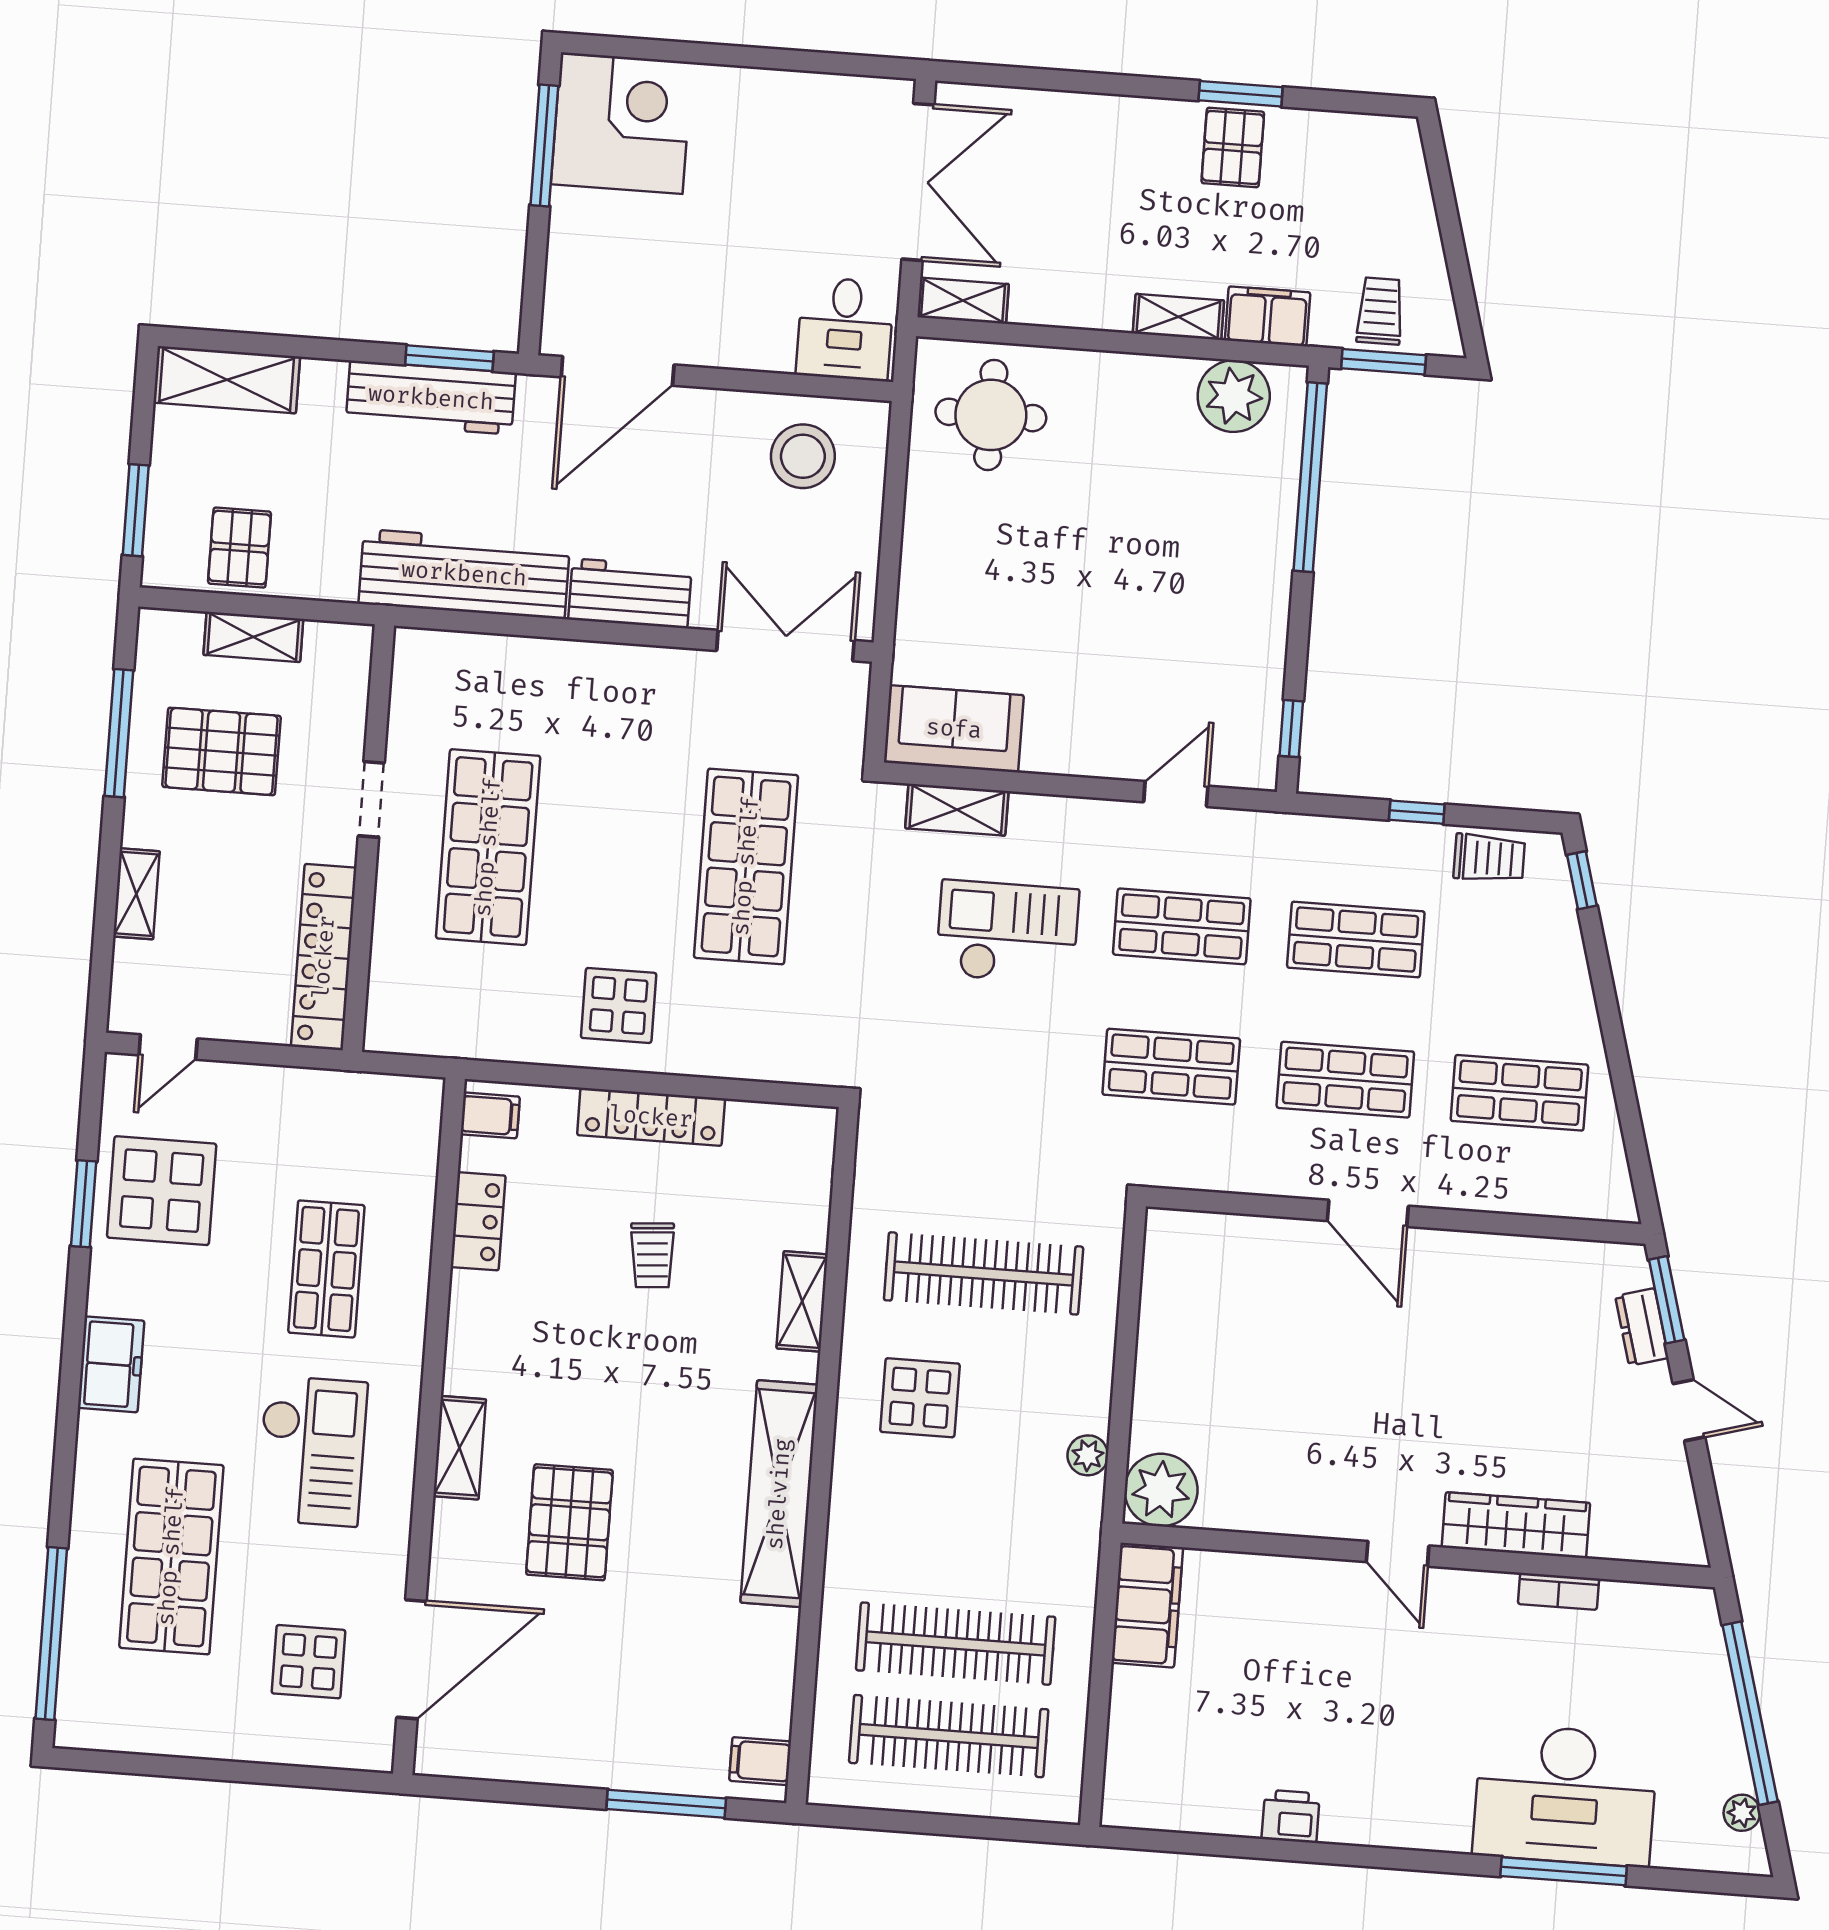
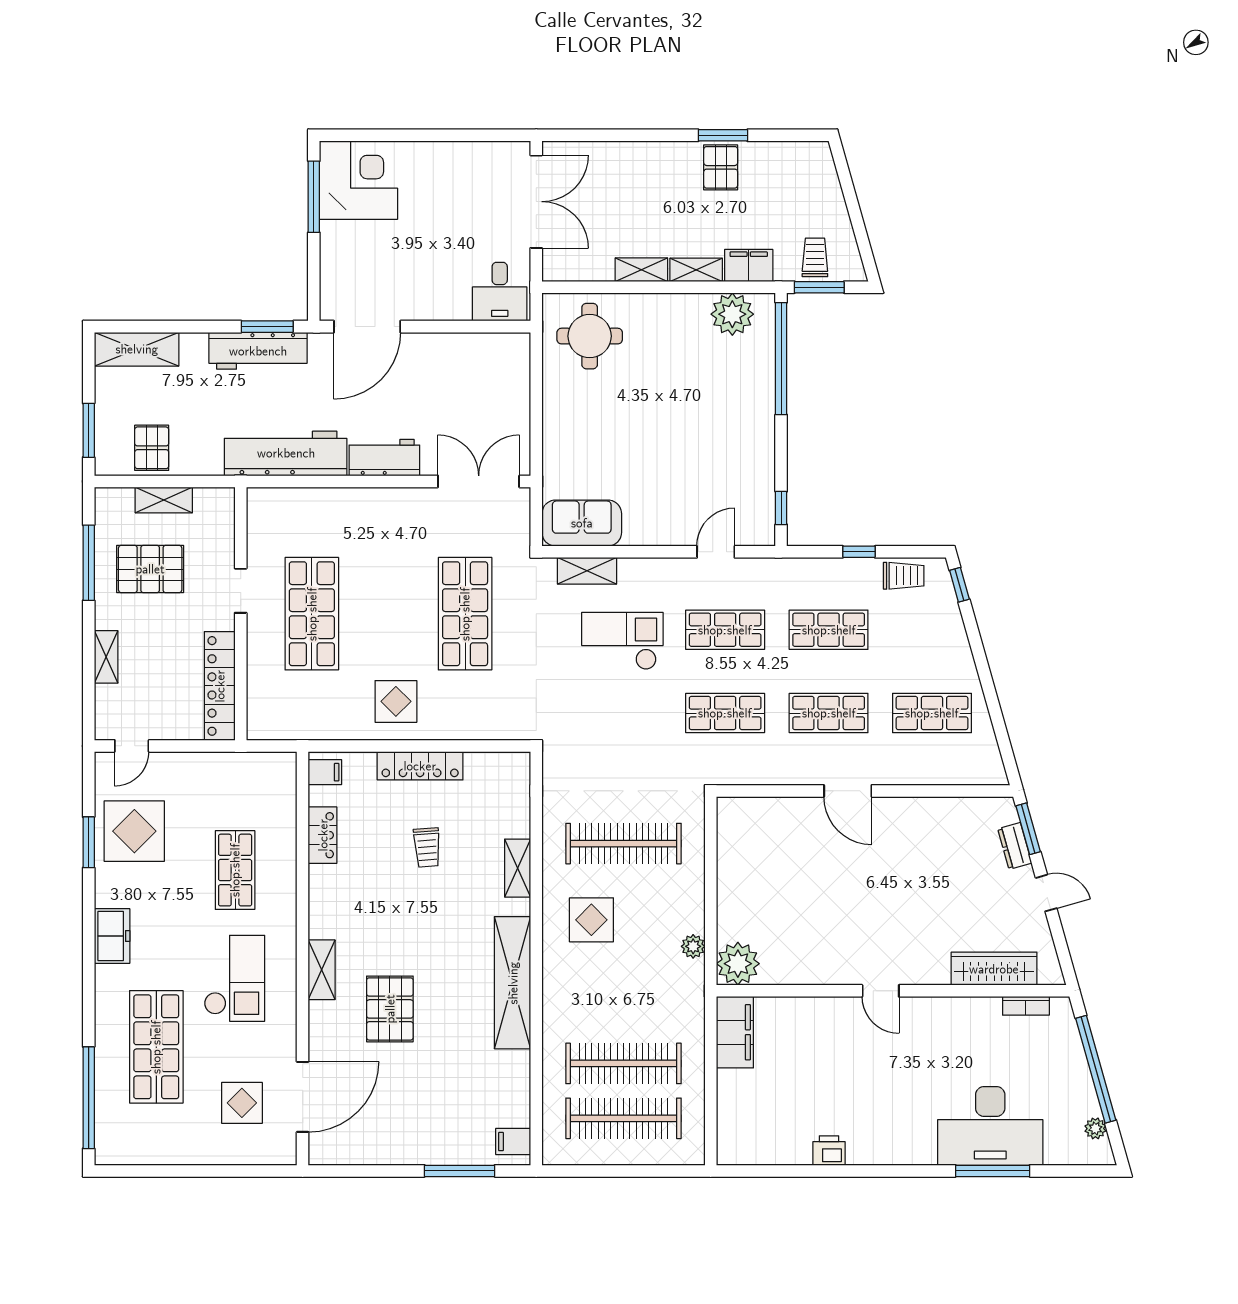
shelving: (963, 301) -> (641, 270), moved
stool: (803, 456) -> (480, 369), removed
wardrobe: (1516, 1525) -> (994, 969), moved
bookcase: (1558, 1591) -> (1026, 1006), moved

